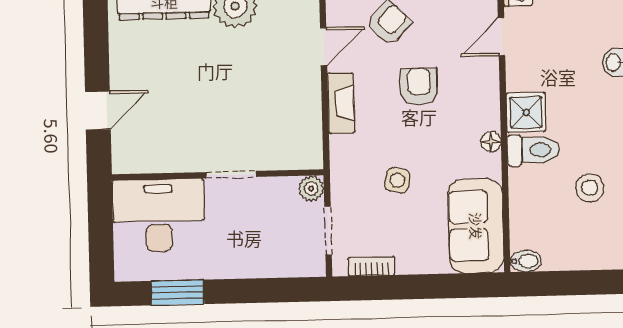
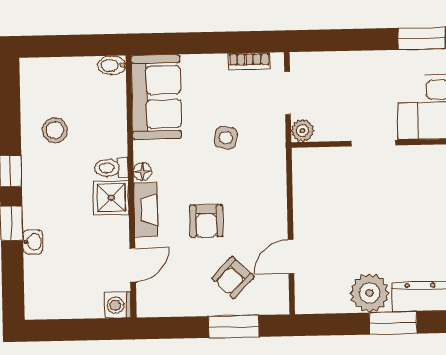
fireplace: (341, 103) -> (146, 210), moved, turned 180
toilet: (533, 150) -> (111, 168), width x0.73, depth x0.72

